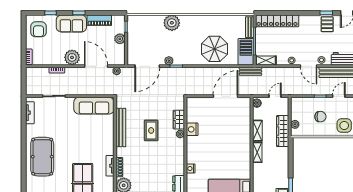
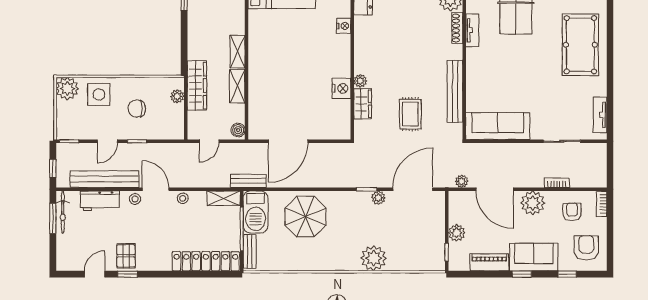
armchair: (47, 52) -> (572, 212), added
rug: (151, 130) -> (410, 114), moved

